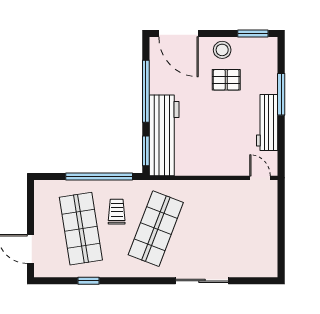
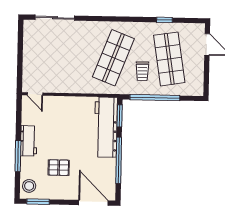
stool: (222, 50) -> (29, 186), moved
workbench: (267, 122) -> (29, 141), width x0.73
sliding door: (202, 281) -> (55, 18), moved

